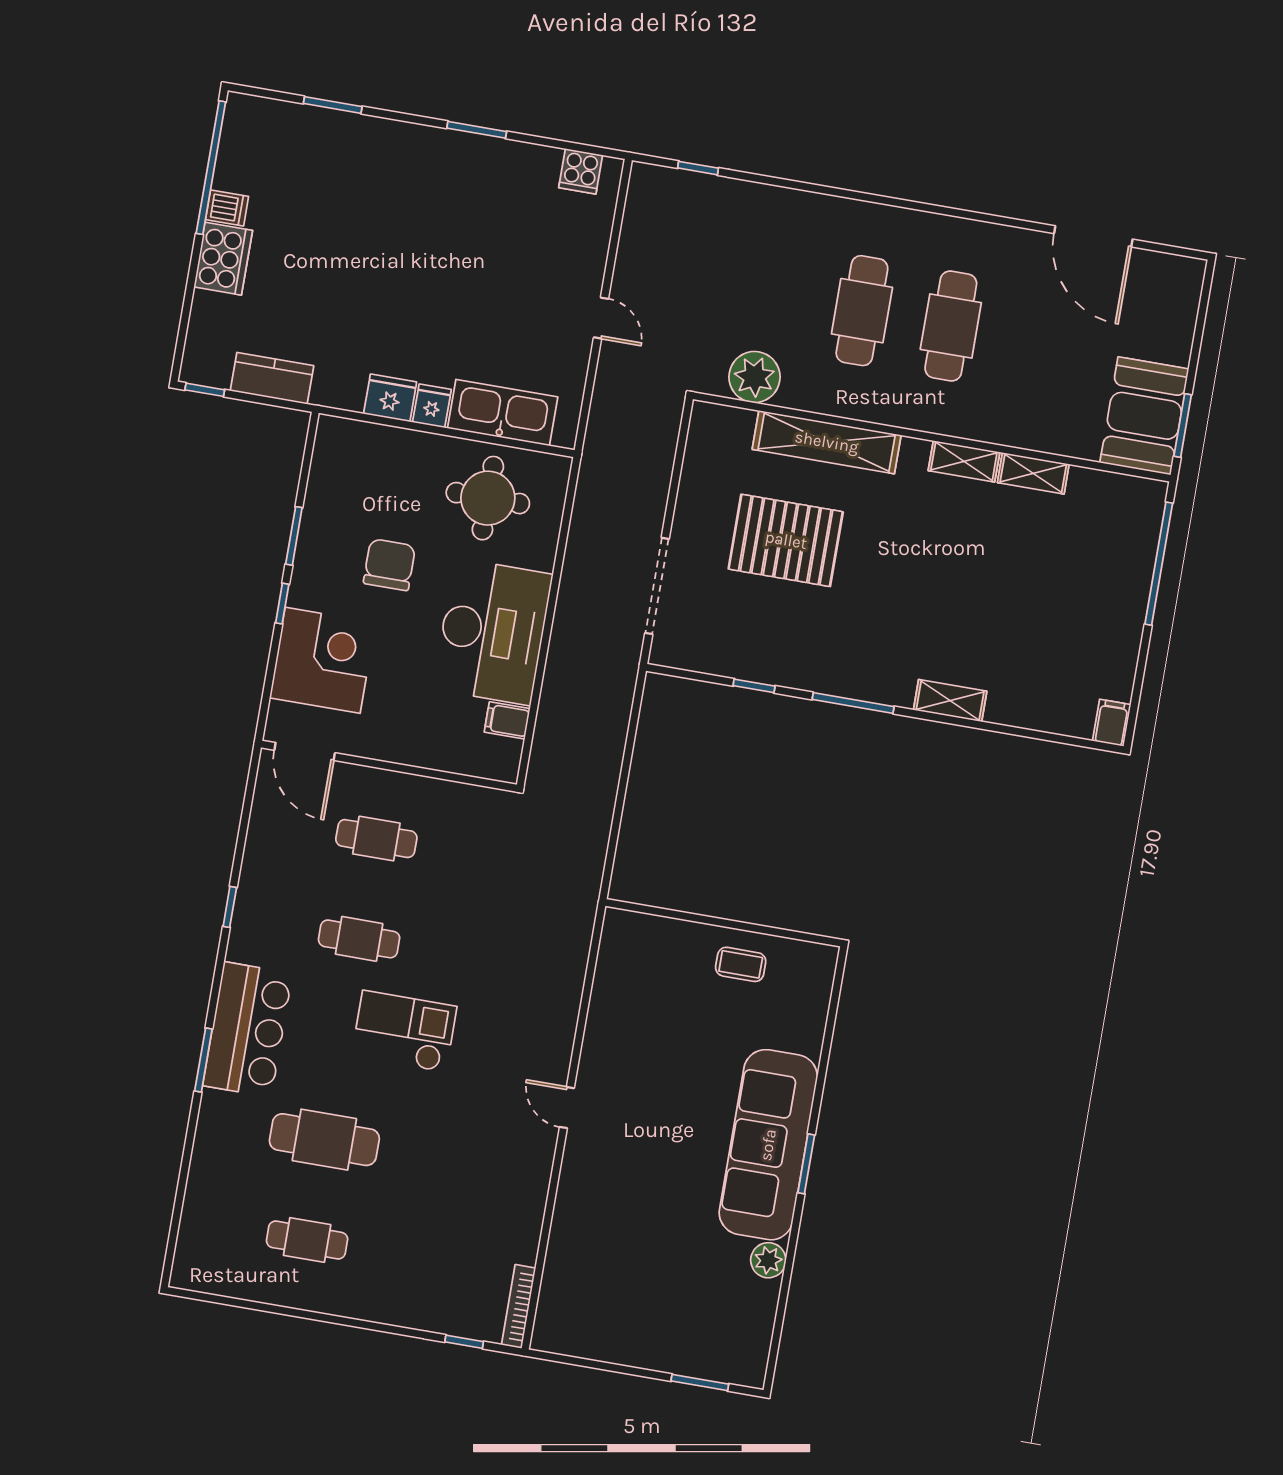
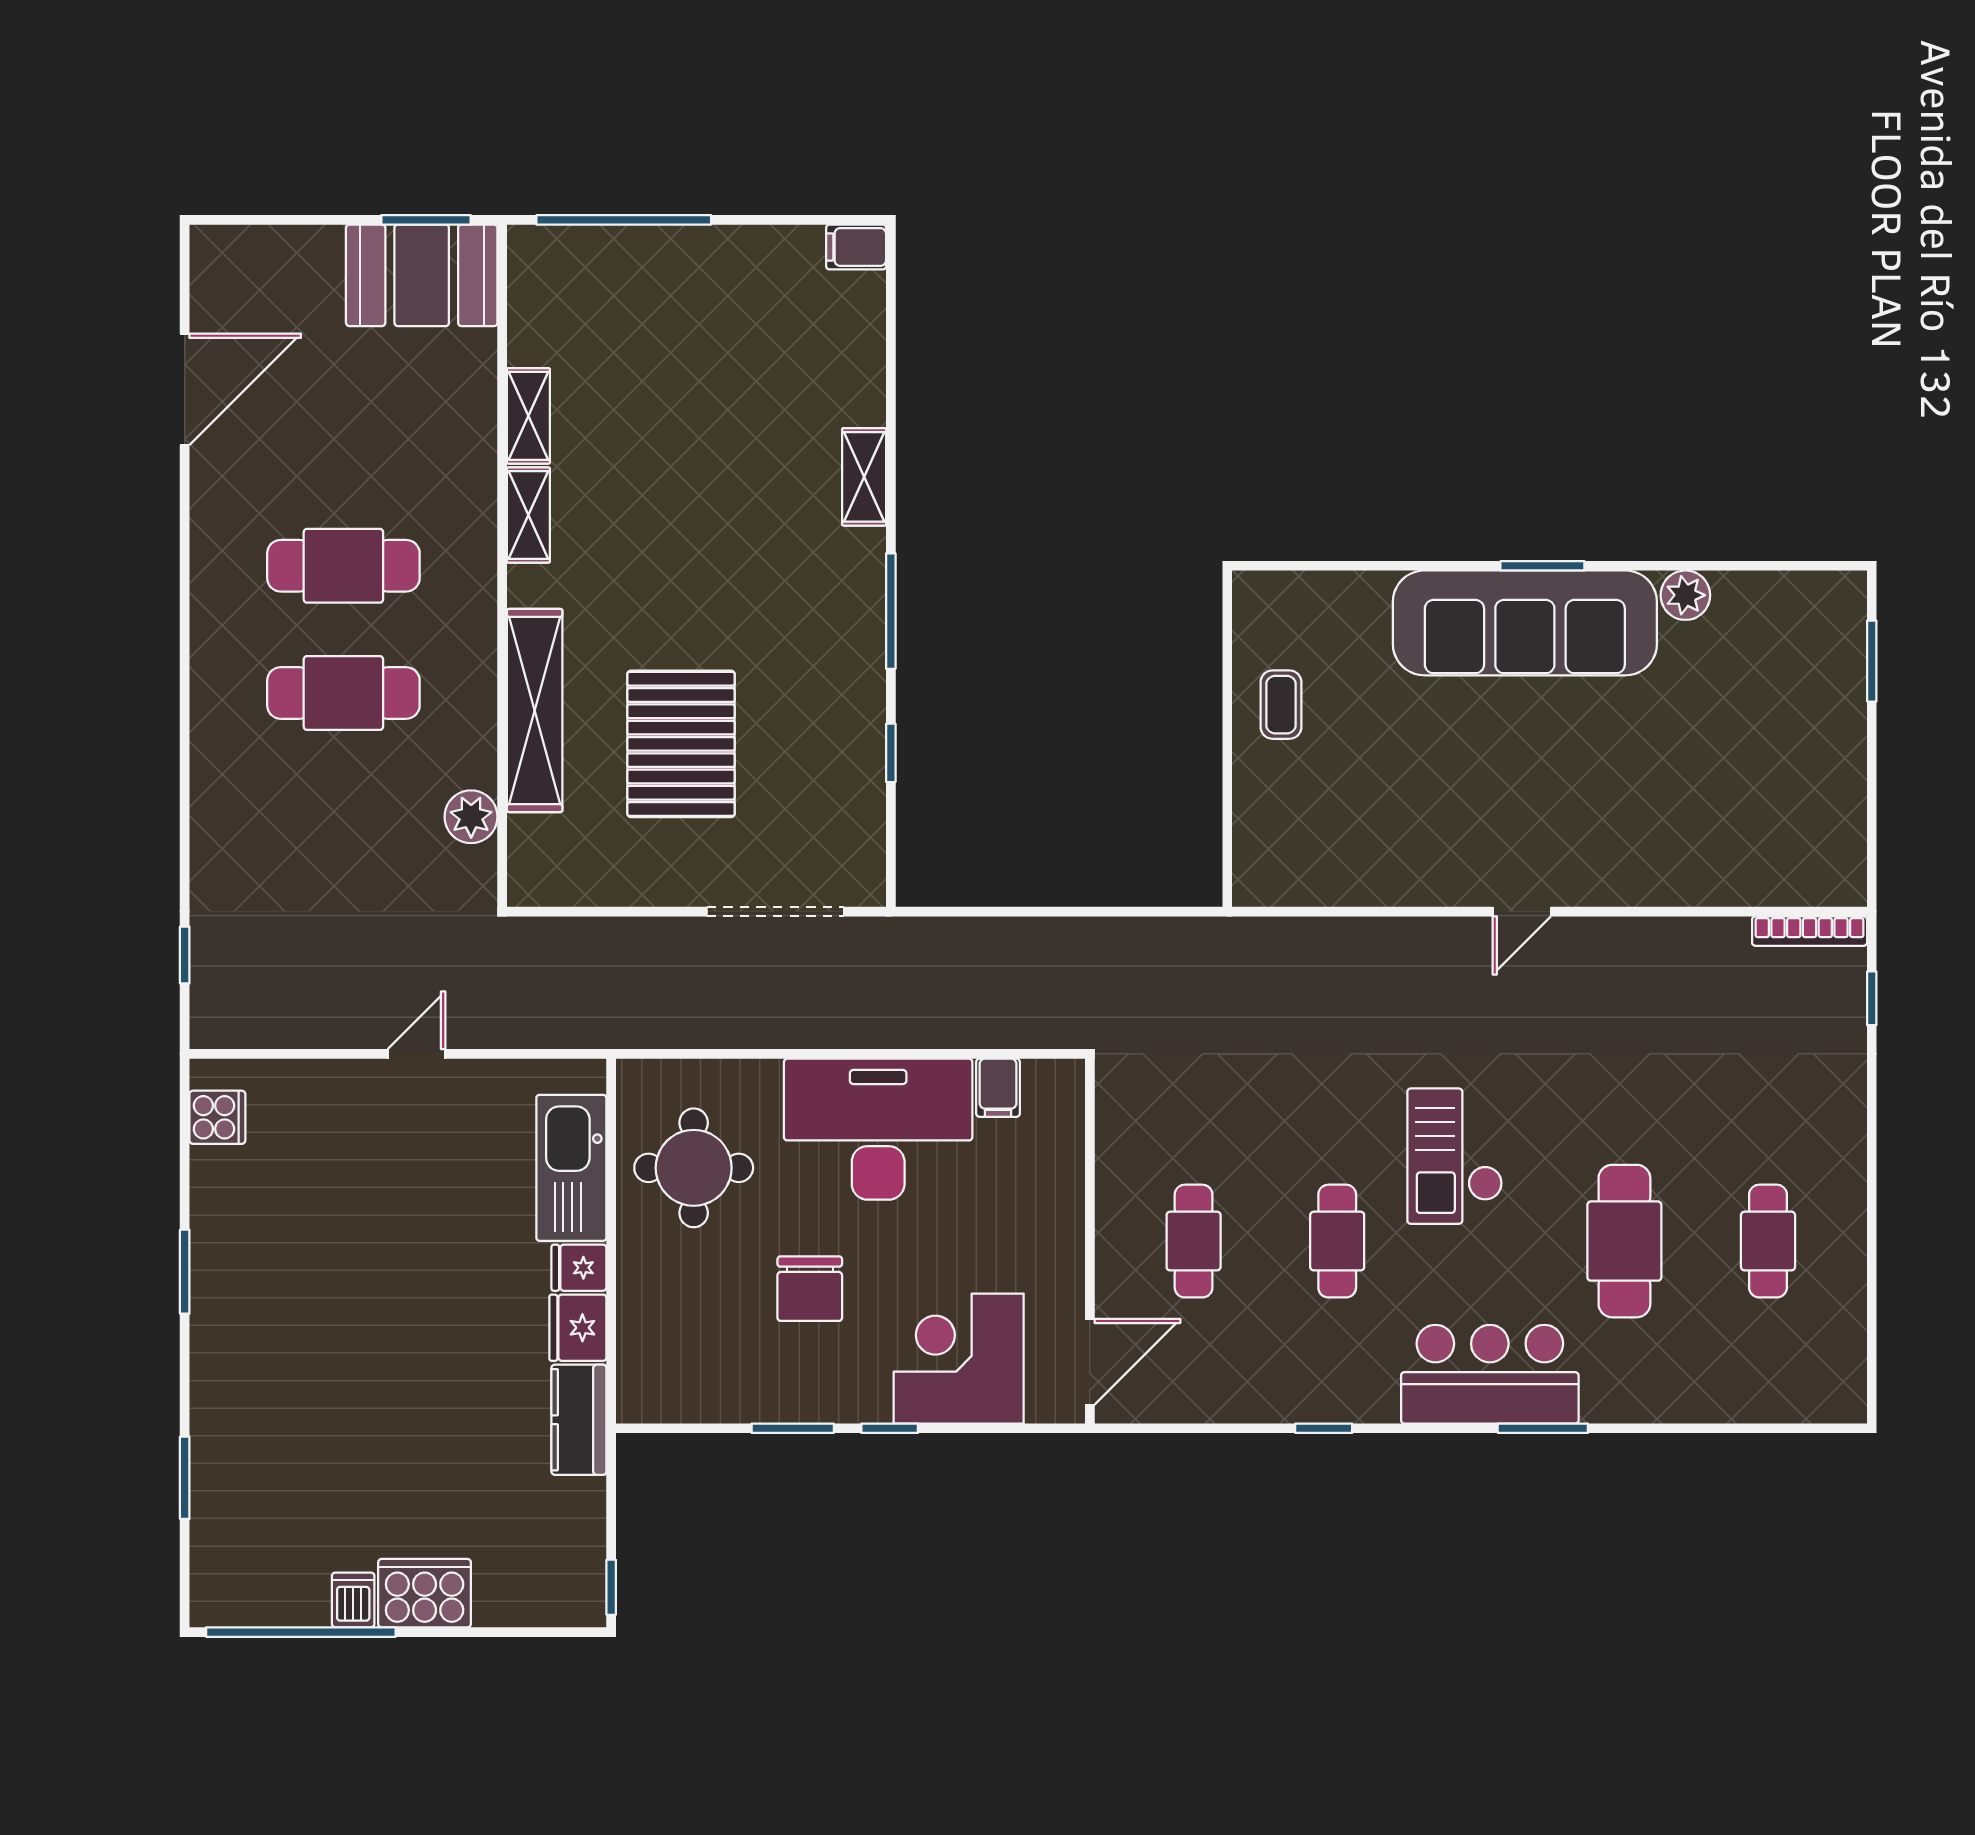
plant: (755, 377) -> (471, 817), width x0.73, depth x0.73
kitchen counter: (272, 378) -> (579, 1420), moved
chair: (389, 565) -> (810, 1289), turned -90

